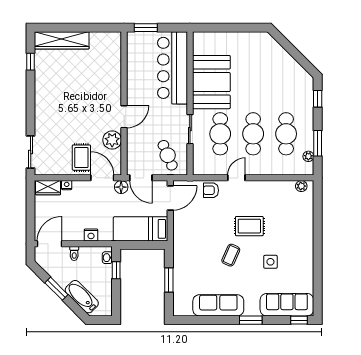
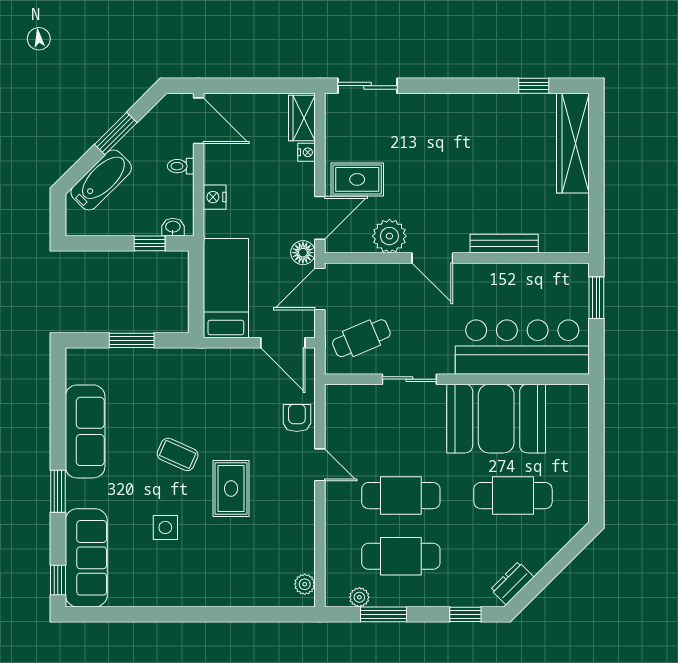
dresser: (301, 73) -> (512, 583), added
bench: (116, 78) -> (504, 244), added
cafe table: (220, 134) -> (513, 496), moved

